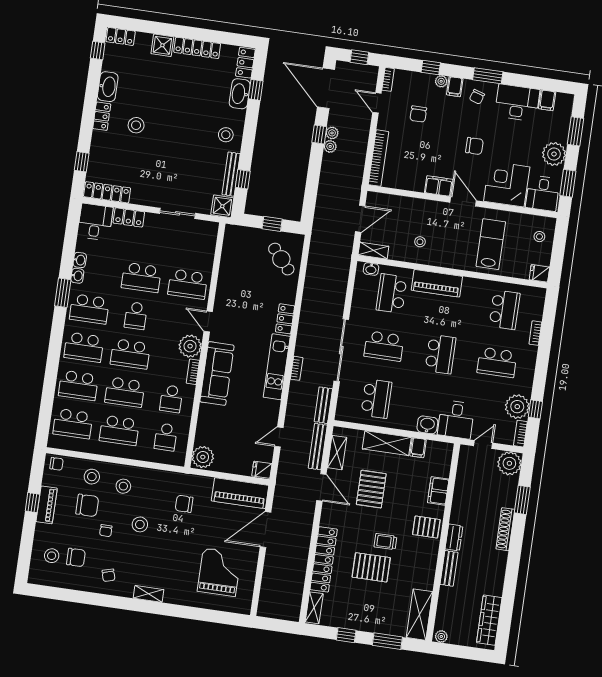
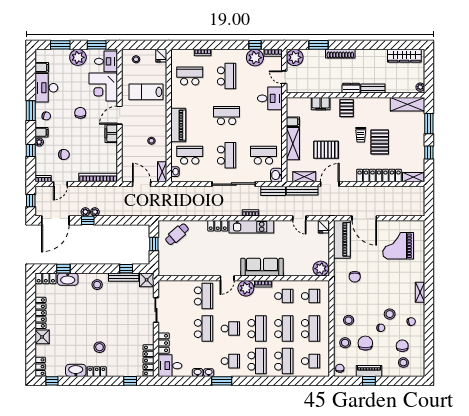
school desk: (391, 293) -> (190, 155), turned 180
school desk: (89, 309) -> (230, 361), width x0.54
school desk: (73, 424) -> (311, 361), width x0.54
washbasin: (427, 425) -> (276, 175), moved
stool: (140, 524) -> (390, 314), moved

